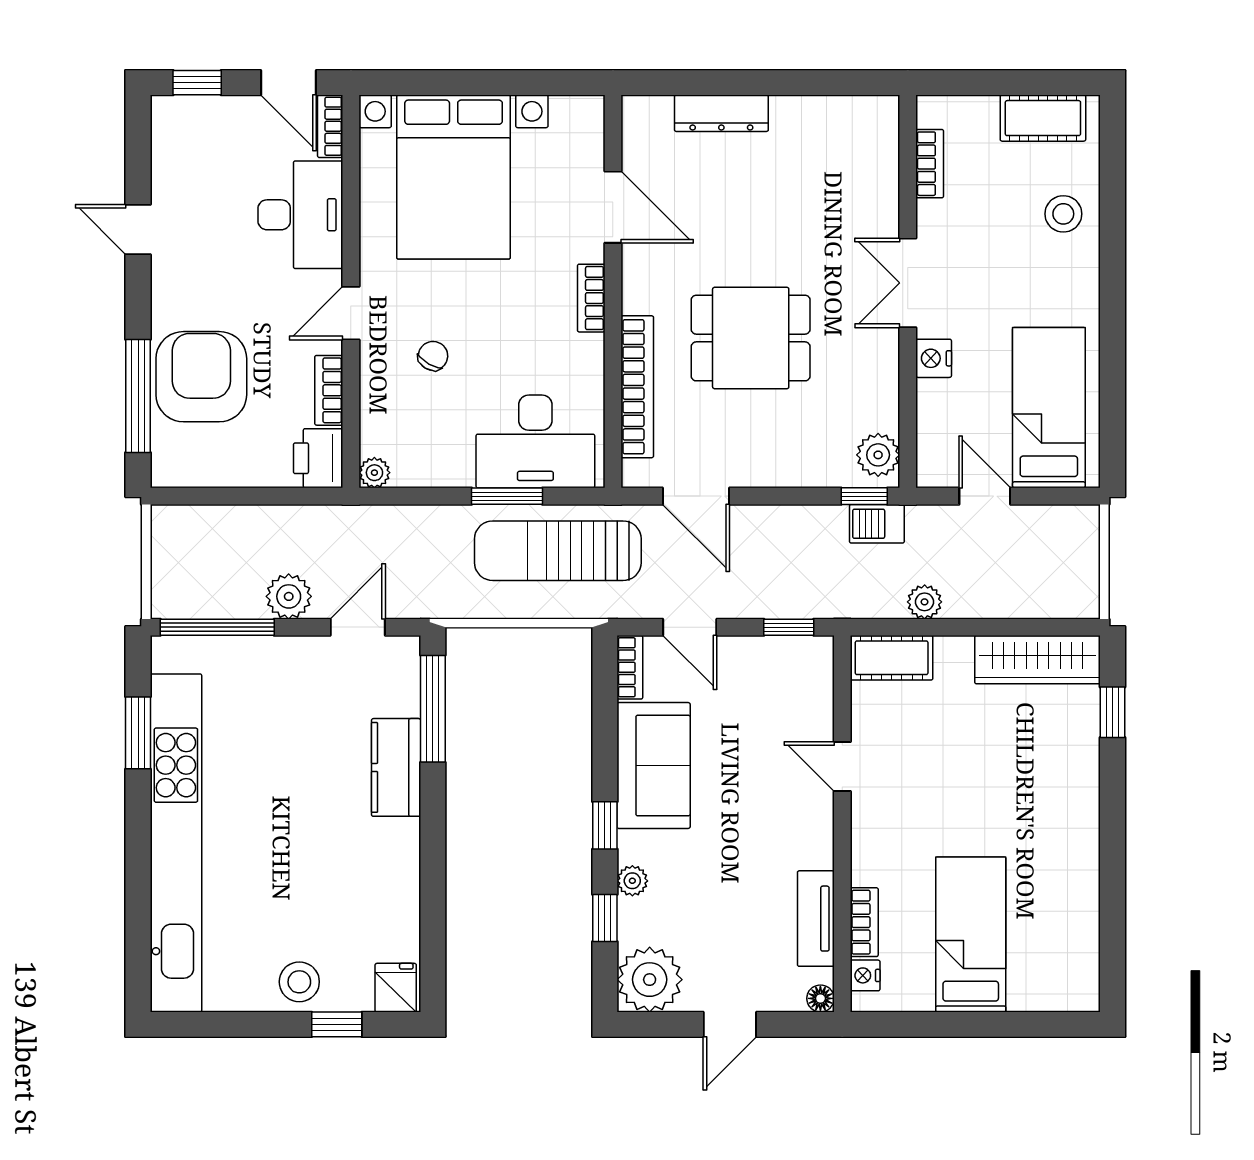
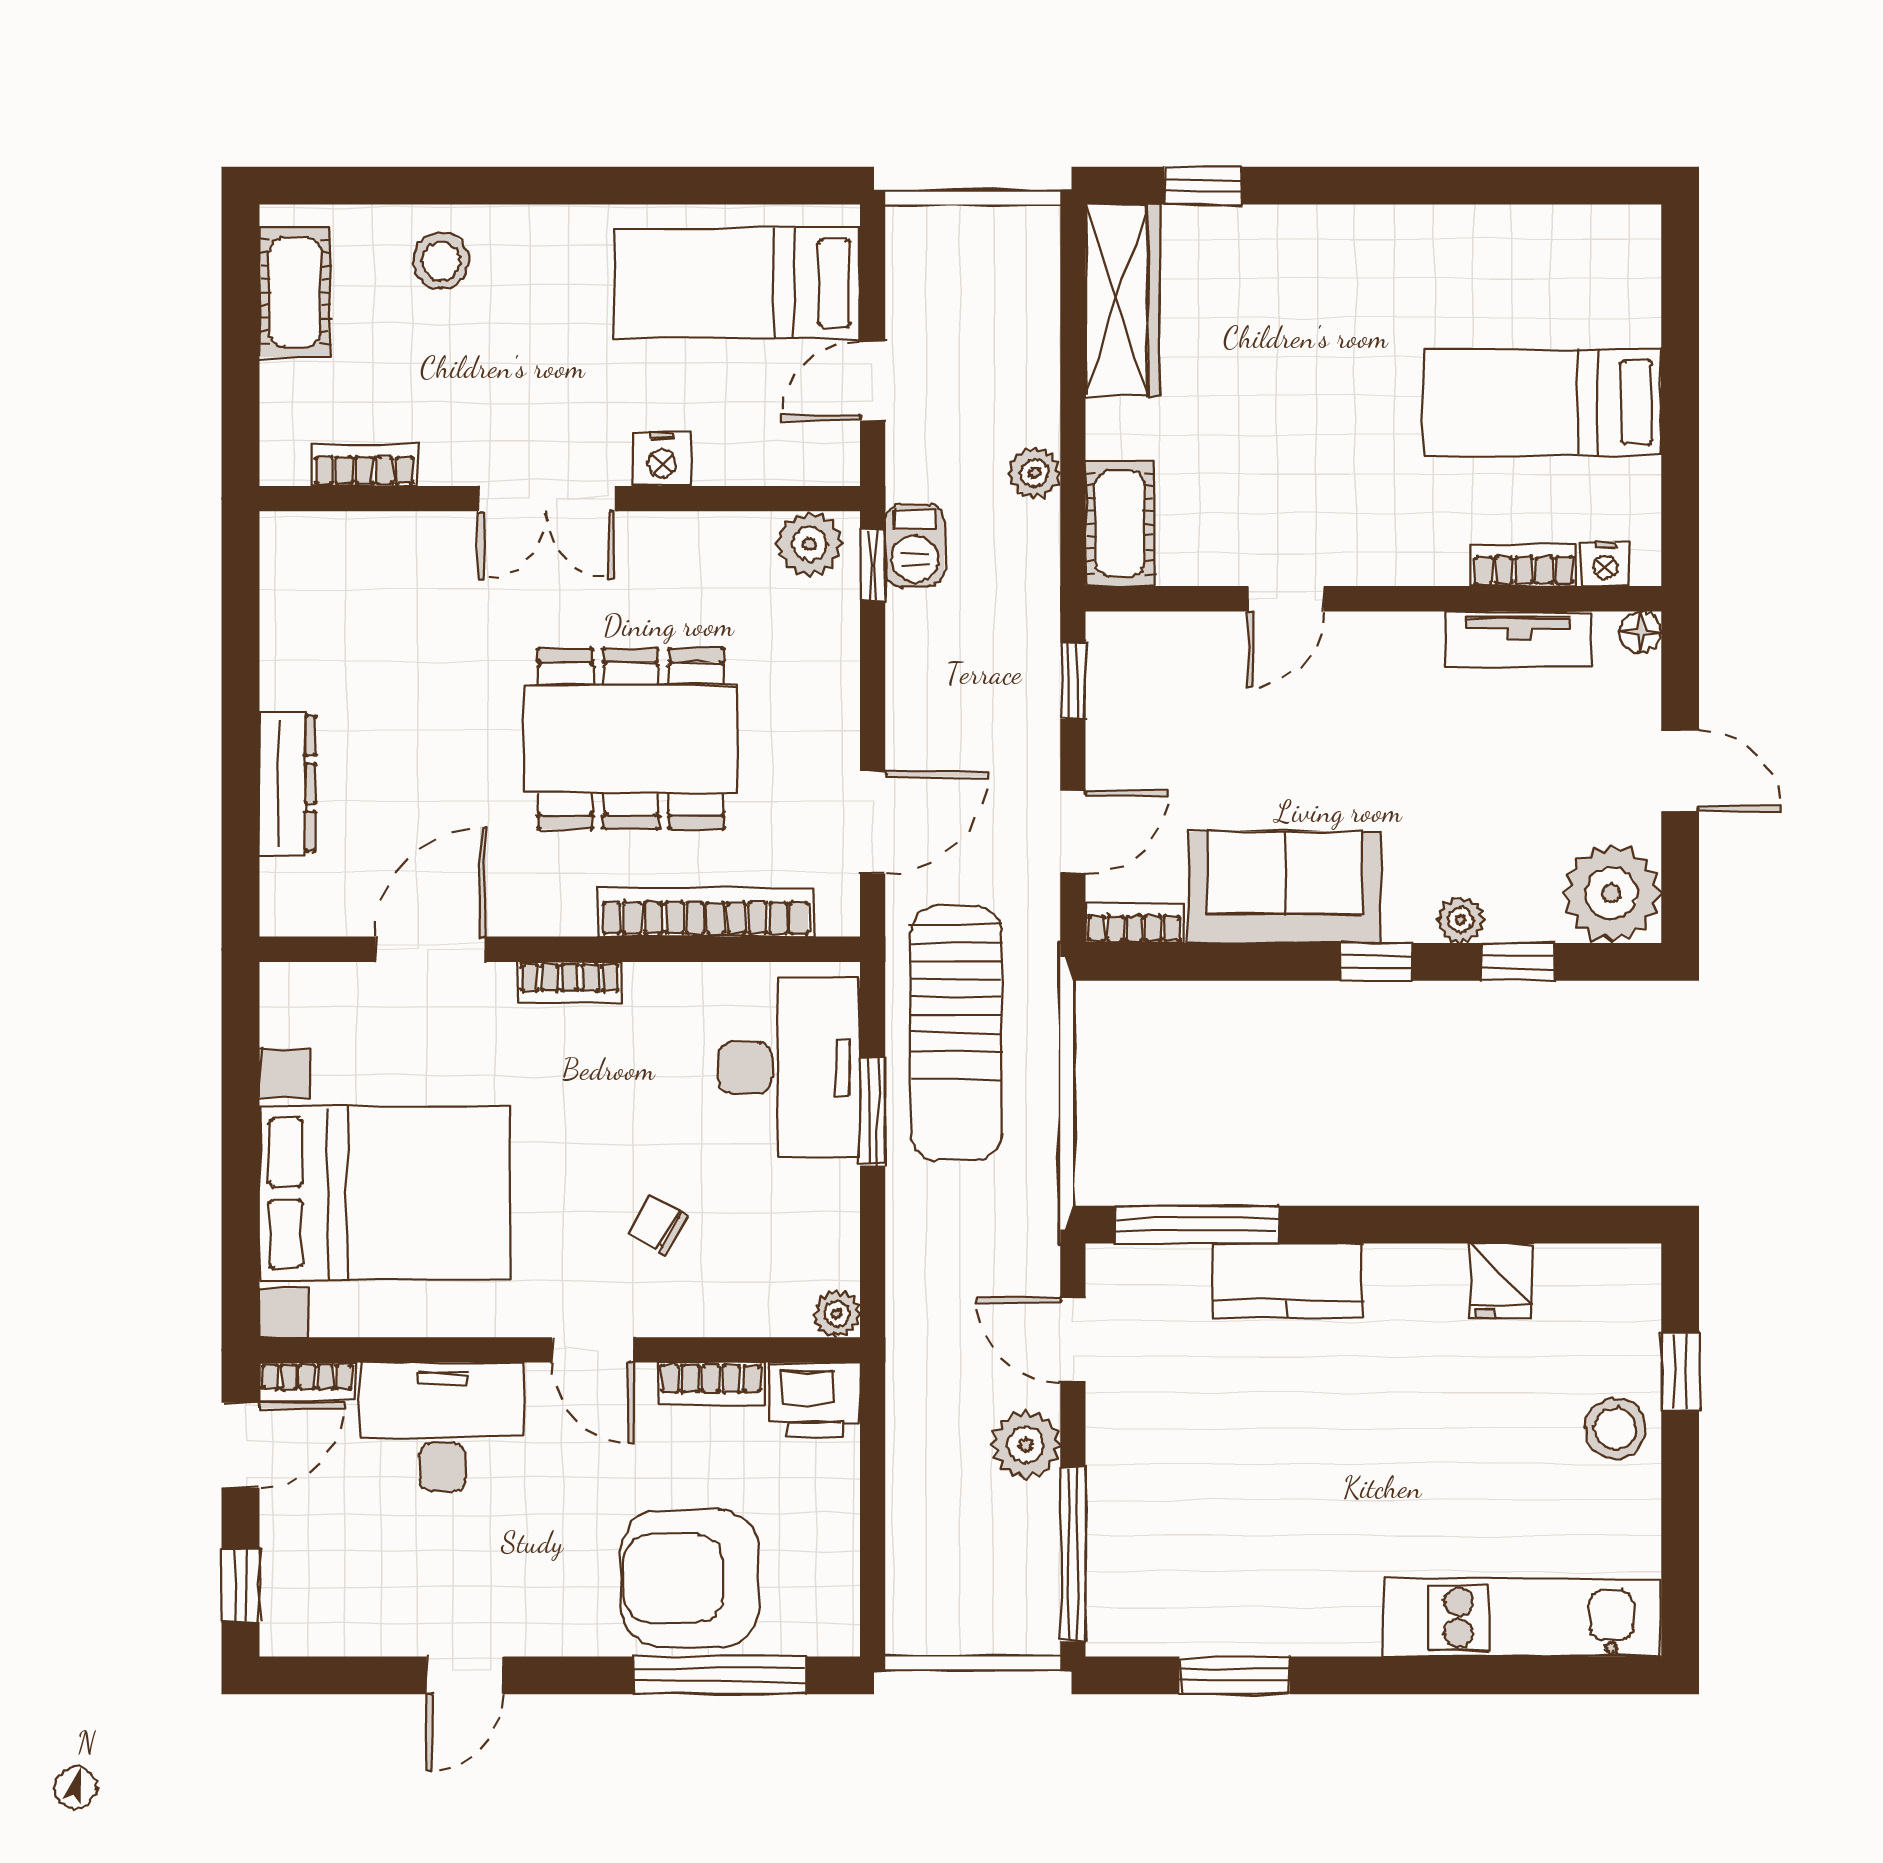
dining table: (751, 338) -> (631, 739), width x1.37
kitchen unit: (176, 843) -> (1522, 1617), width x0.54
fridge: (396, 988) -> (1501, 1281), moved, turned -90

